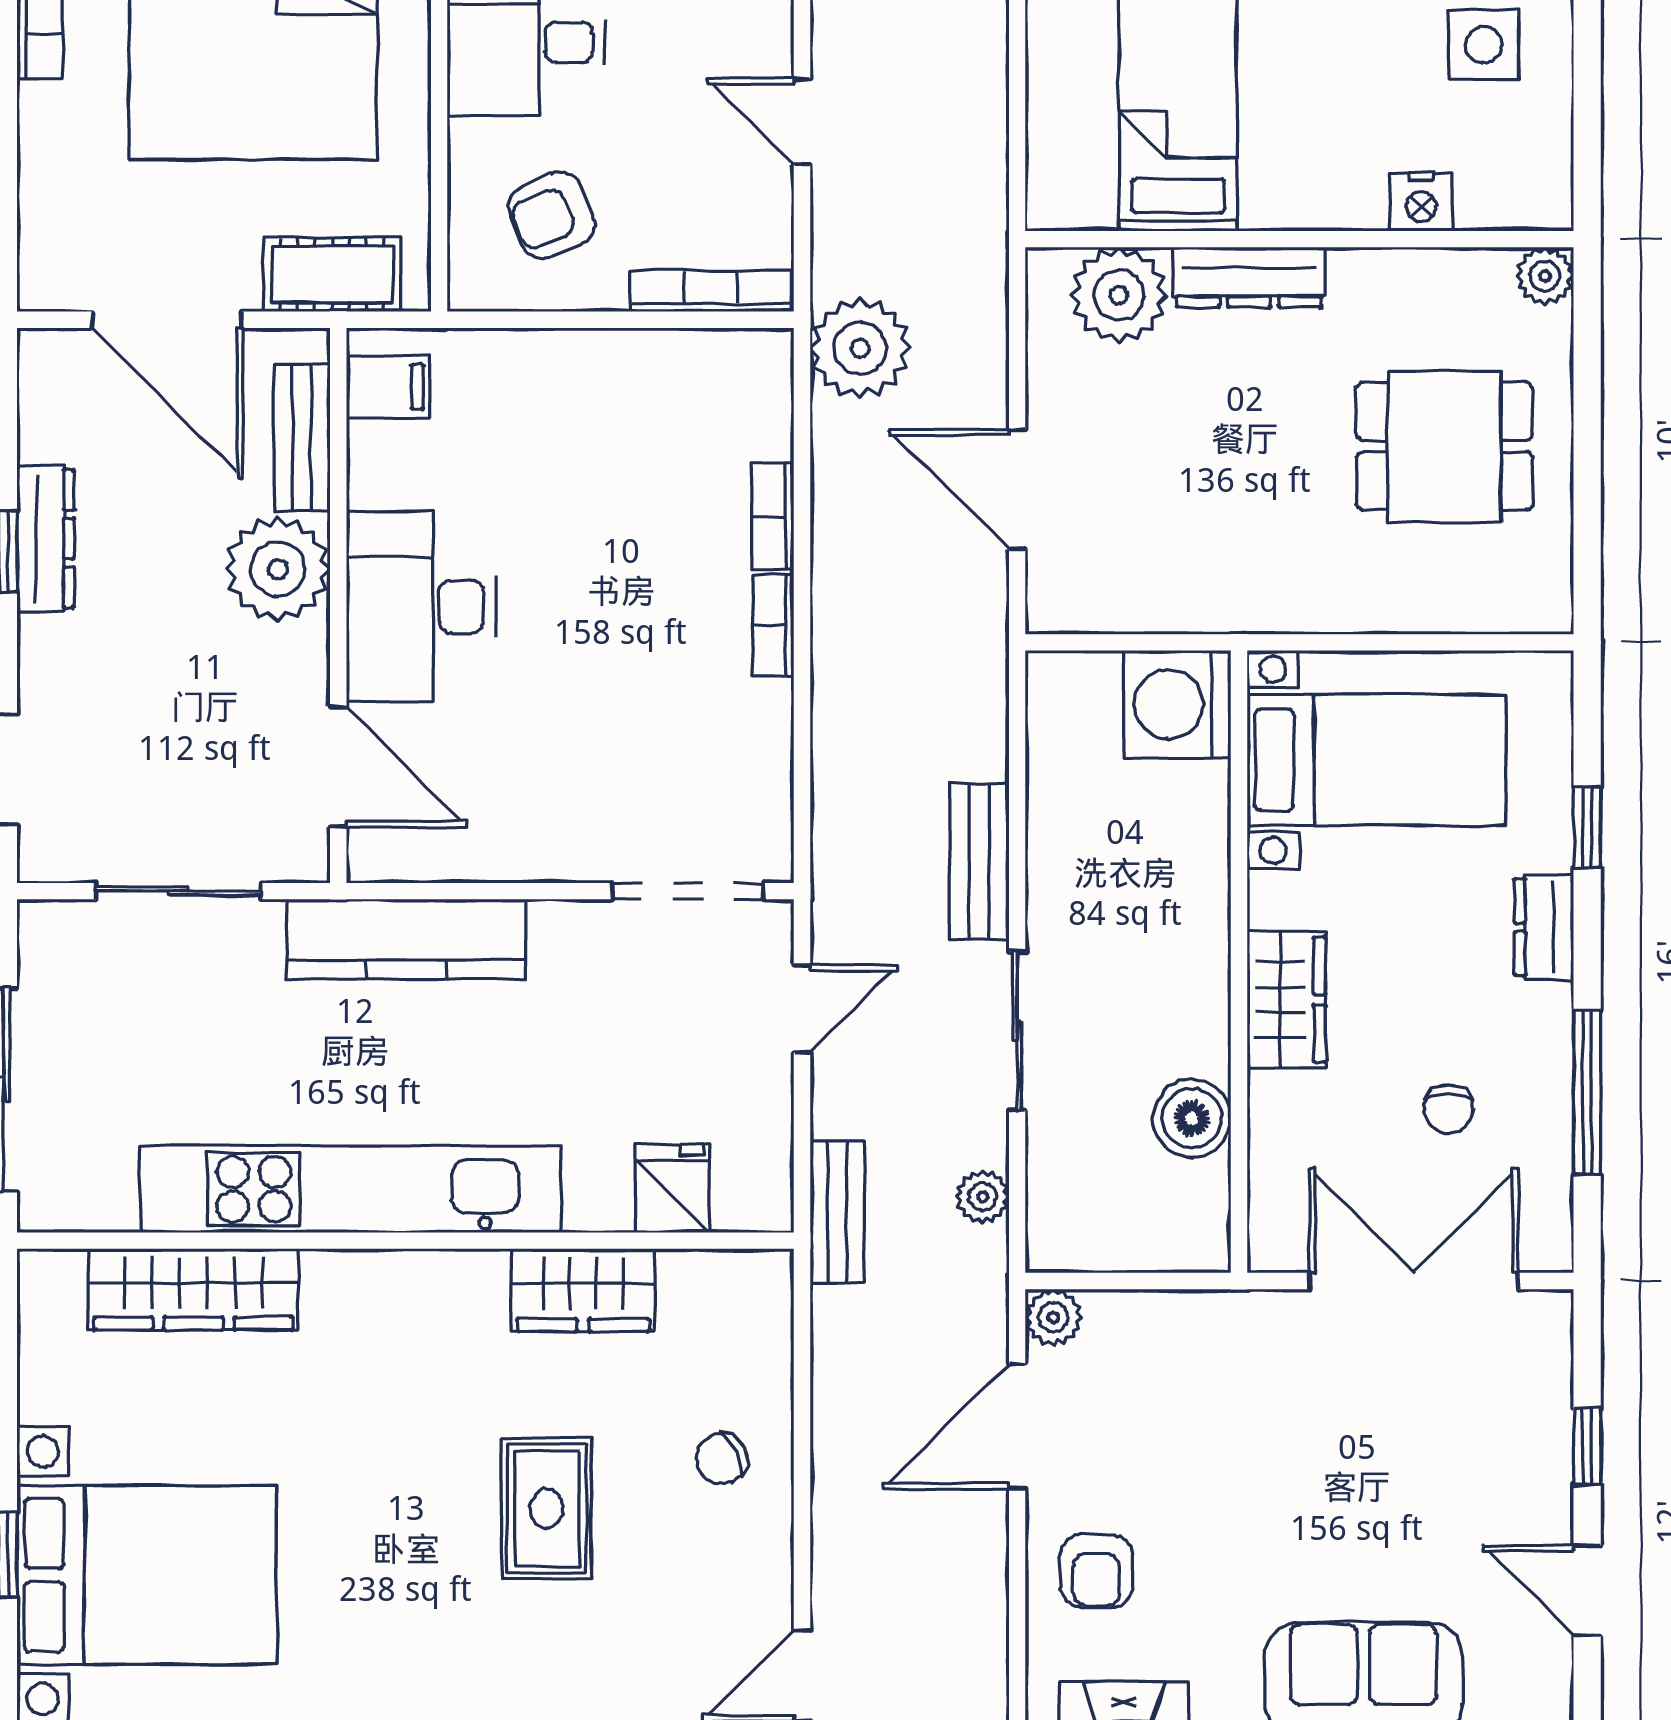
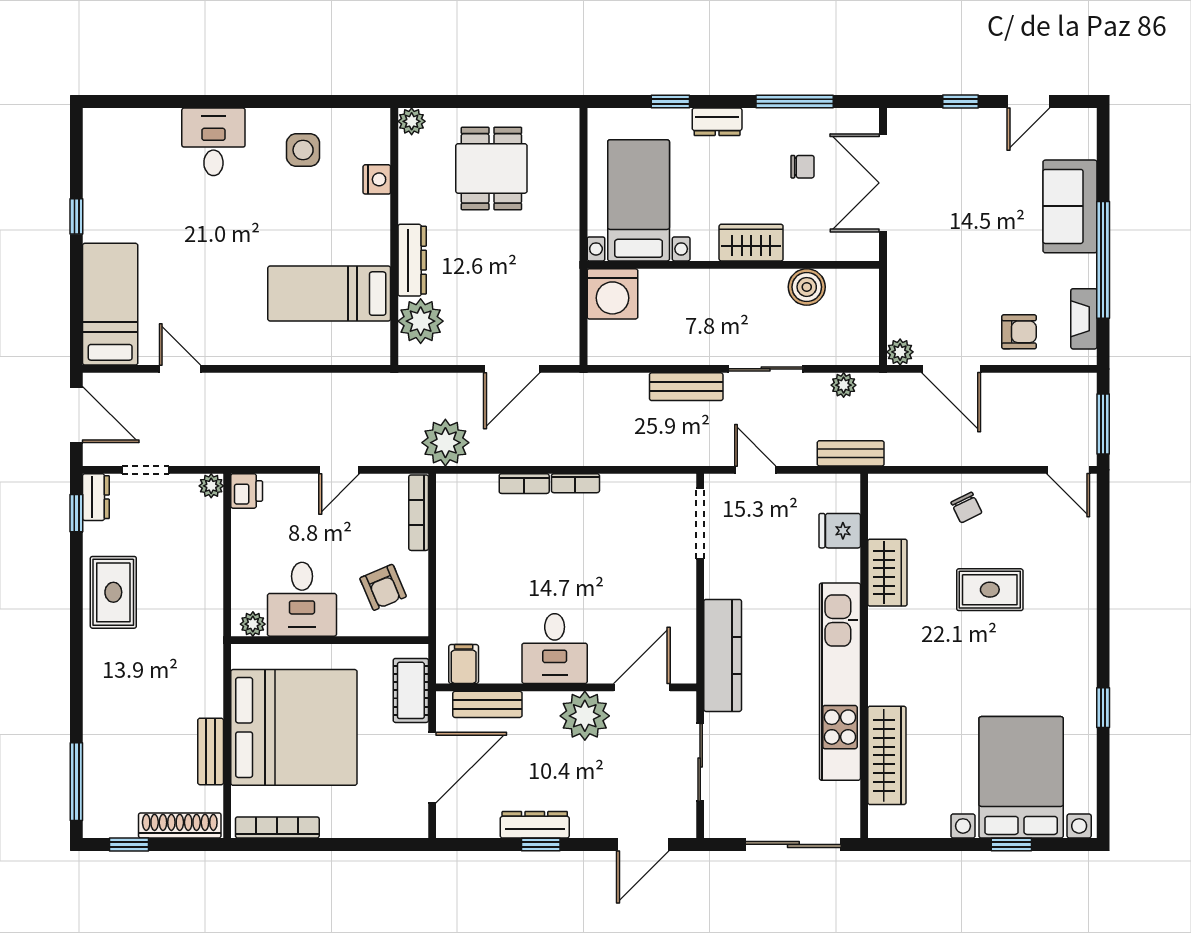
plant: (278, 569) -> (585, 716), moved
desk: (421, 607) -> (555, 649), width x0.73

